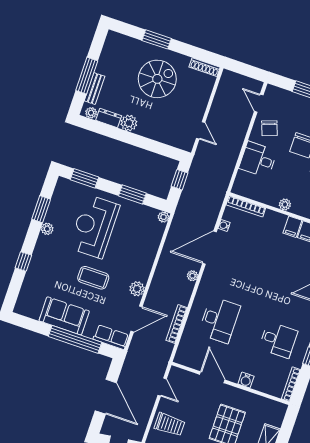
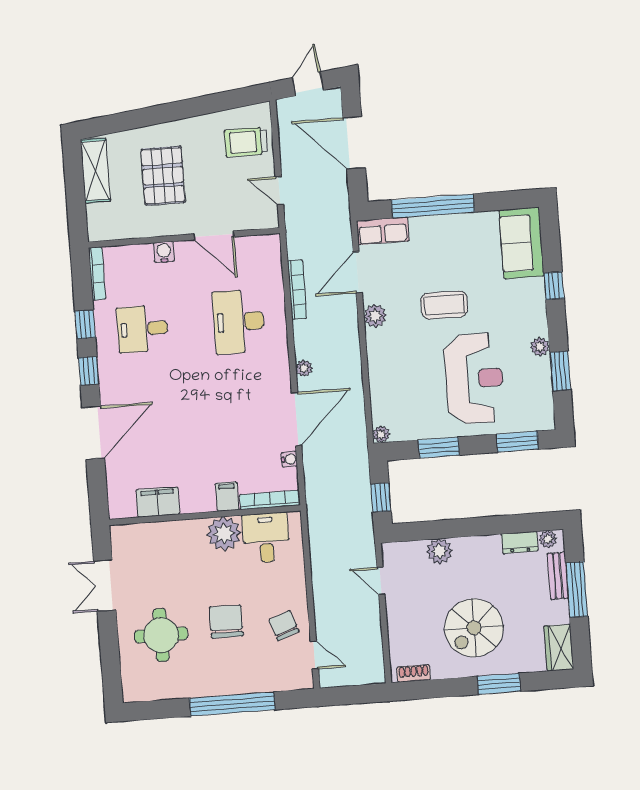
wardrobe: (112, 46) -> (559, 648), added
shoe rack: (205, 67) -> (414, 673), width x0.70
plant: (129, 123) -> (439, 551), moved
desk: (258, 160) -> (266, 538), moved, turned -90
plant: (285, 204) -> (224, 534), width x1.88, depth x1.88
filing cabinet: (292, 227) -> (227, 496), moved
sofa: (64, 316) -> (522, 243), moved, turned 90

